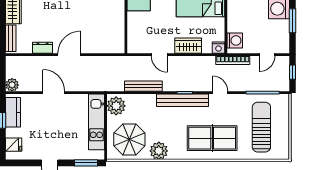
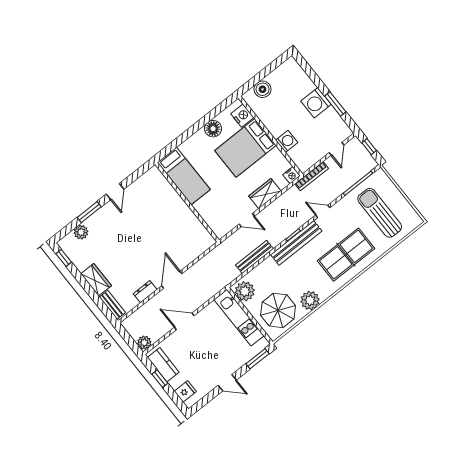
washing machine: (235, 40) -> (287, 141), moved

